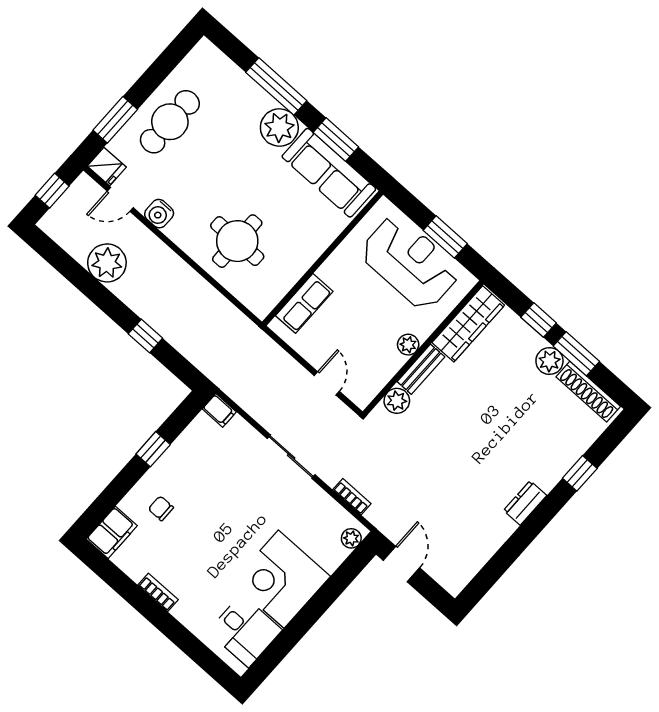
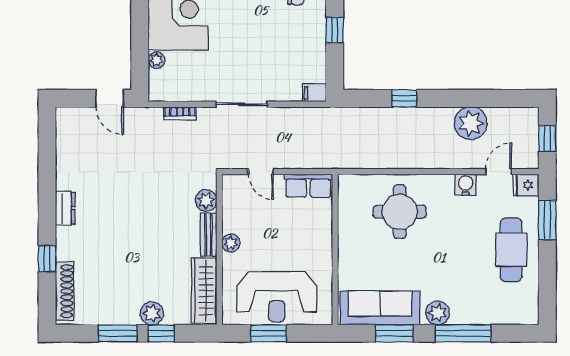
plant: (279, 128) -> (438, 313), width x0.73, depth x0.73
row of seats: (304, 303) -> (308, 186), moved, turned -90
plant: (549, 361) -> (152, 313), moved
shoe rack: (588, 392) -> (65, 291), moved, turned 90
plant: (351, 538) -> (157, 60), moved

